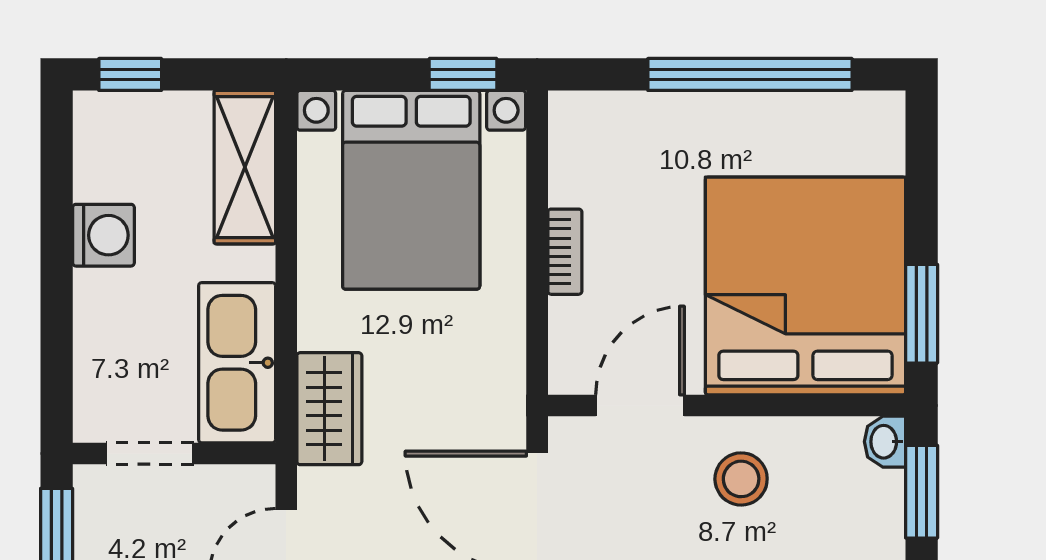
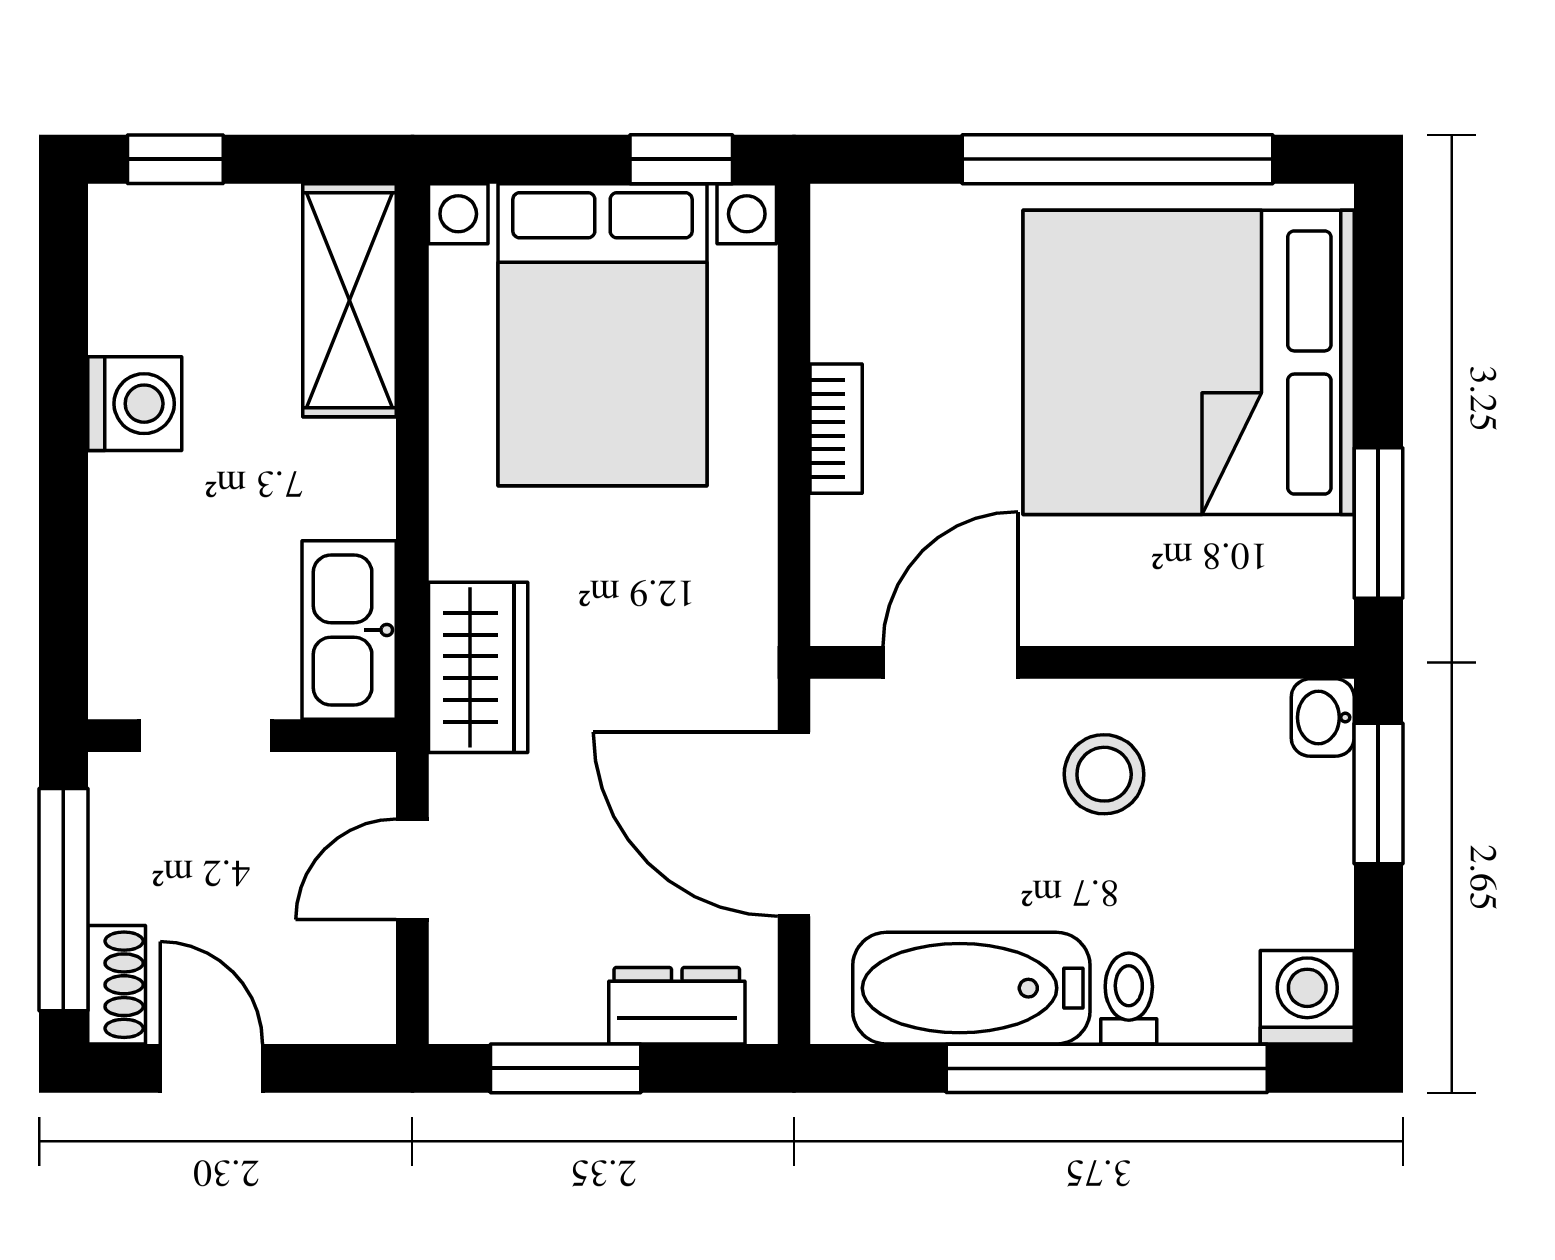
bed: (805, 286) -> (1189, 362), moved, turned -90
kitchen sink: (237, 363) -> (349, 630), width x0.73, depth x0.81

